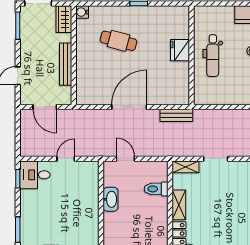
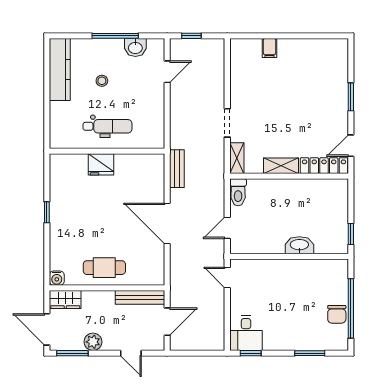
cafe table: (119, 41) -> (104, 268), moved, turned 75
plant: (27, 43) -> (93, 342), added
bench: (66, 64) -> (140, 297), moved
door: (66, 159) -> (227, 277), moved
toilet: (156, 189) -> (238, 192), moved
washbasin: (111, 199) -> (299, 245), moved

